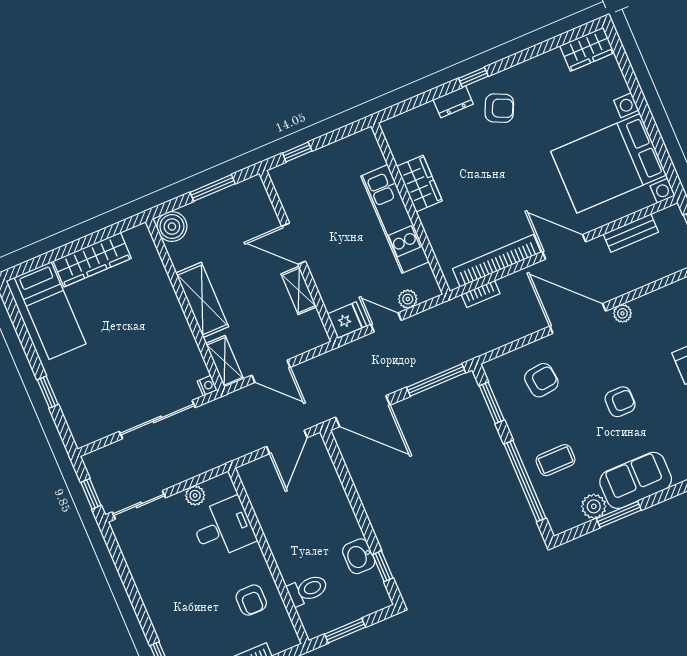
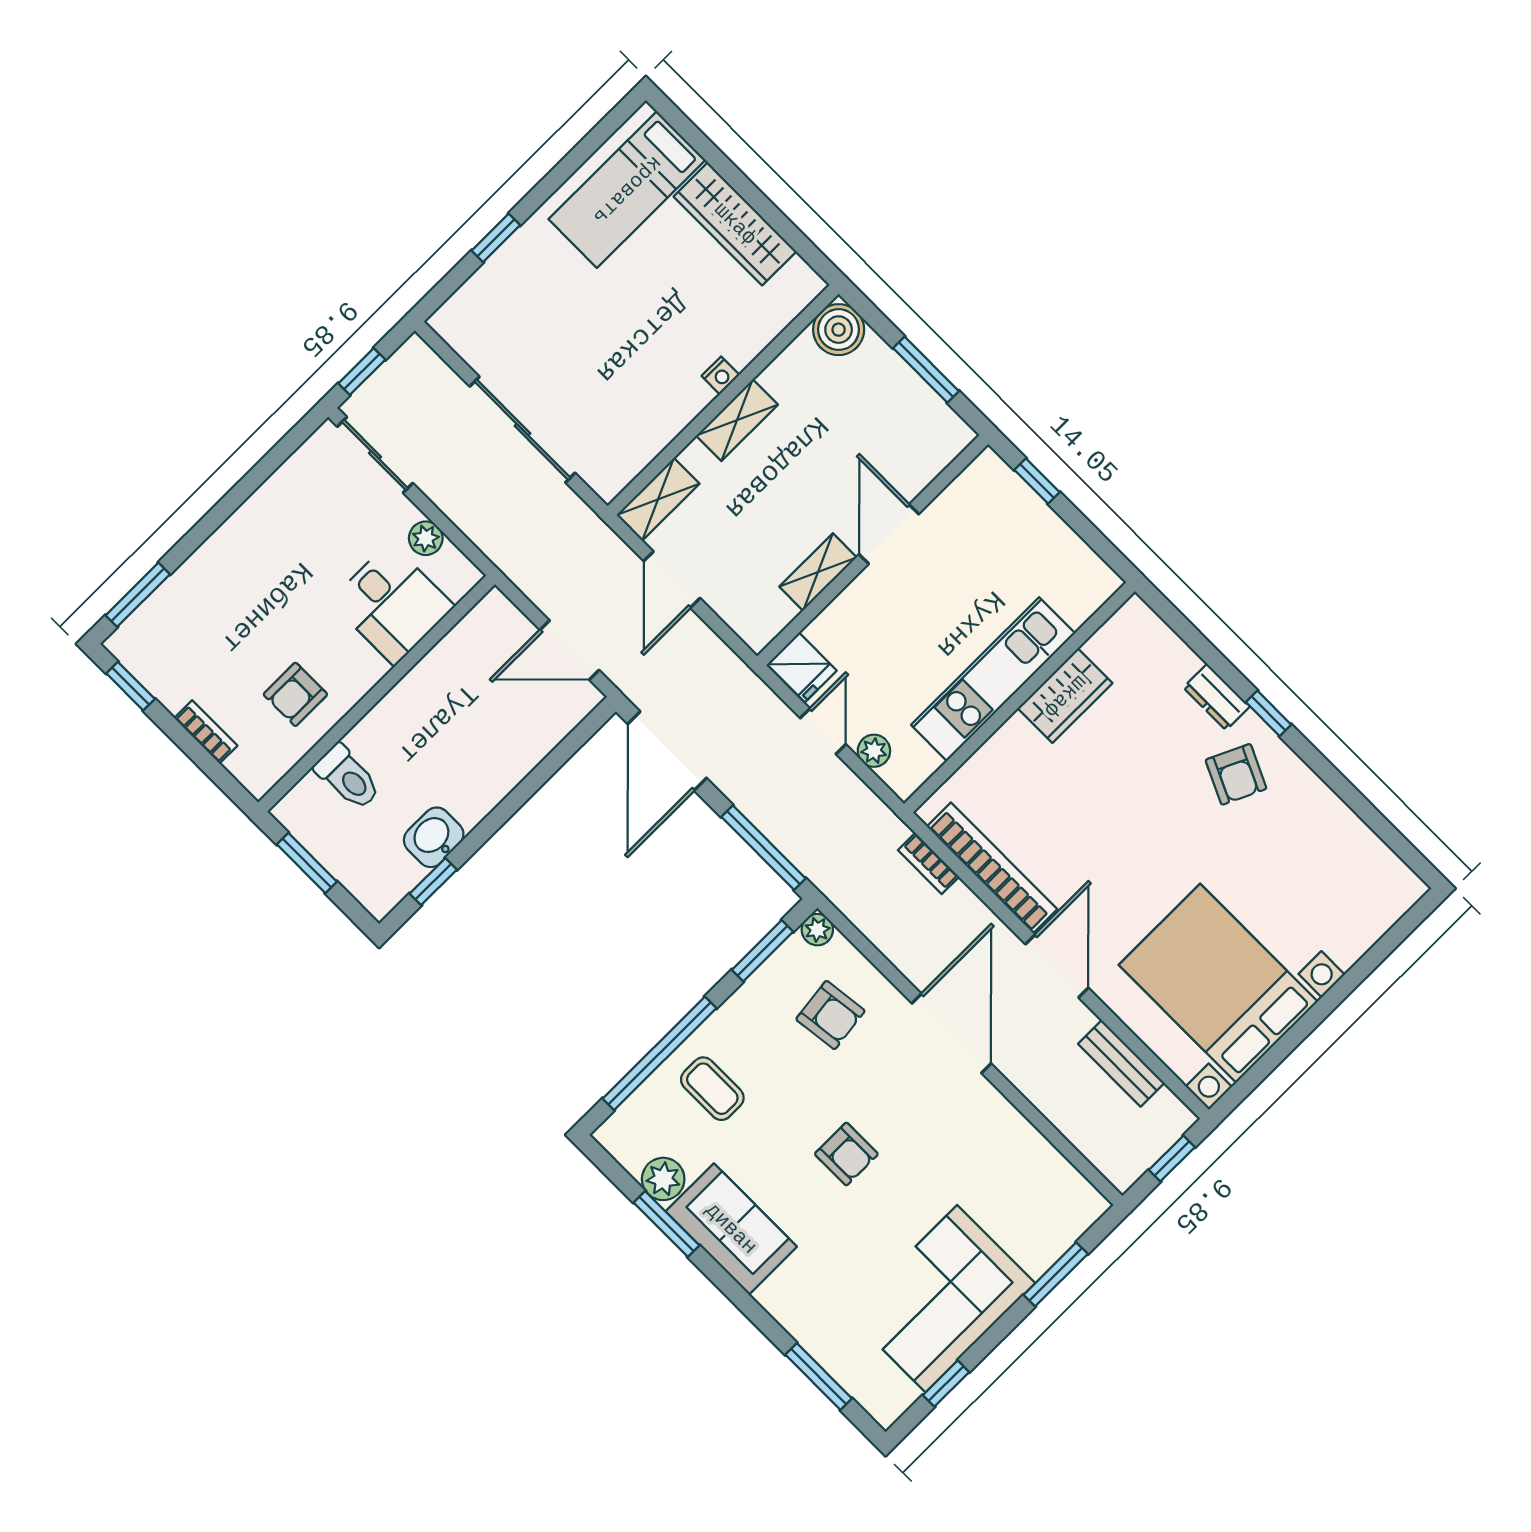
wardrobe: (587, 49) -> (1386, 876), removed
shelving: (202, 300) -> (737, 420), width x0.67, depth x0.75
plant: (622, 313) -> (817, 930), moved
nightstand: (207, 386) -> (721, 375), moved

